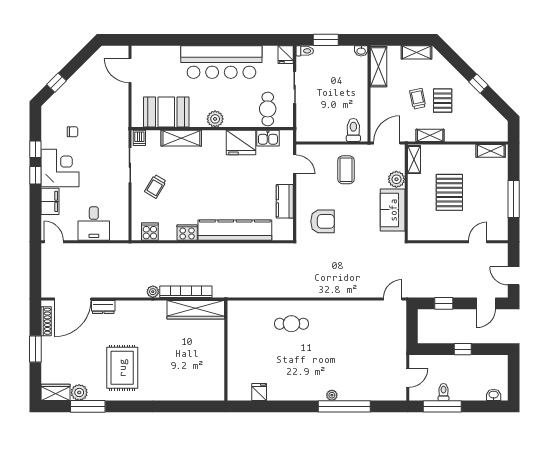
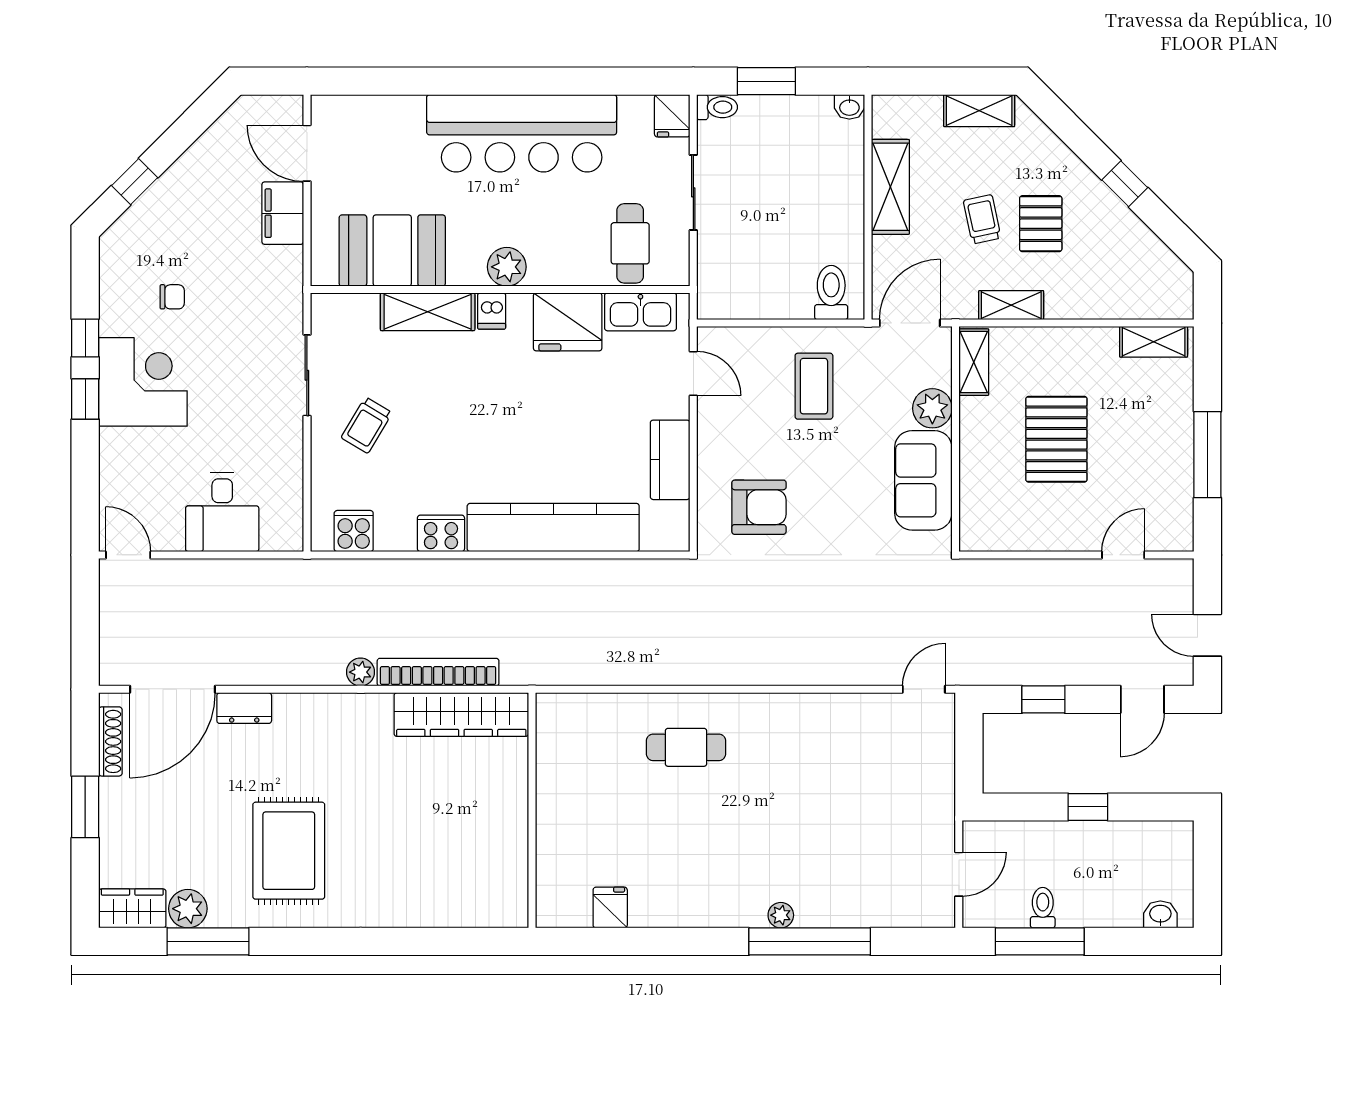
shelving: (379, 67) -> (890, 187), moved
dishwasher: (139, 138) -> (492, 311), moved
kitchen sink: (268, 138) -> (640, 312), width x1.38
filing cabinet: (50, 201) -> (283, 213), moved, turned 180

